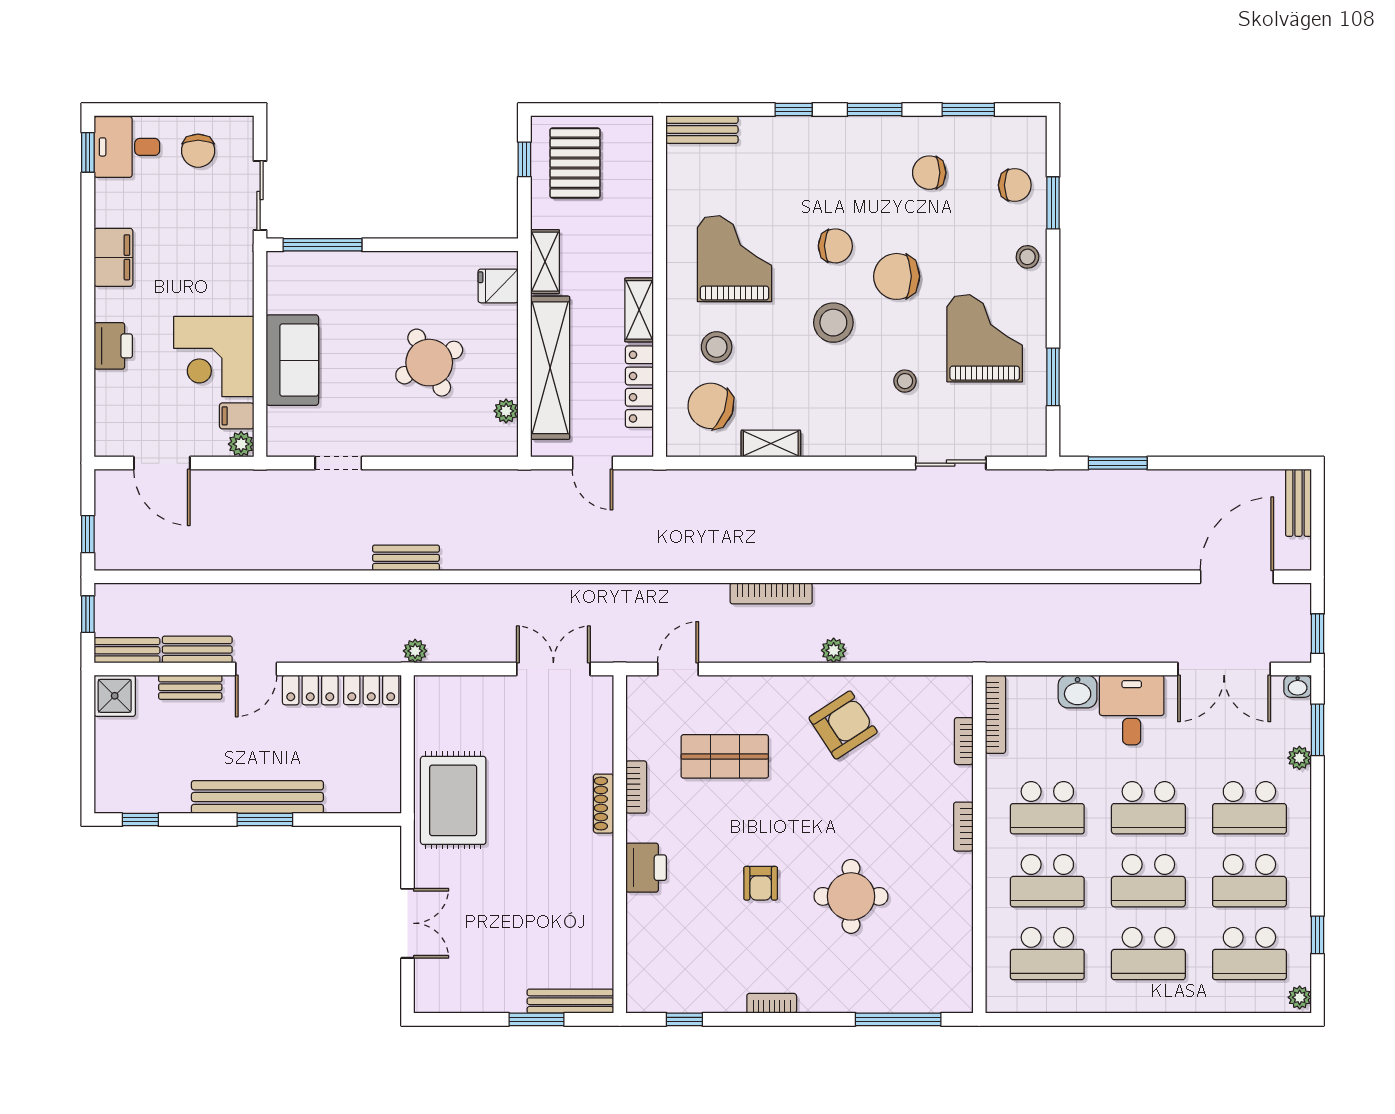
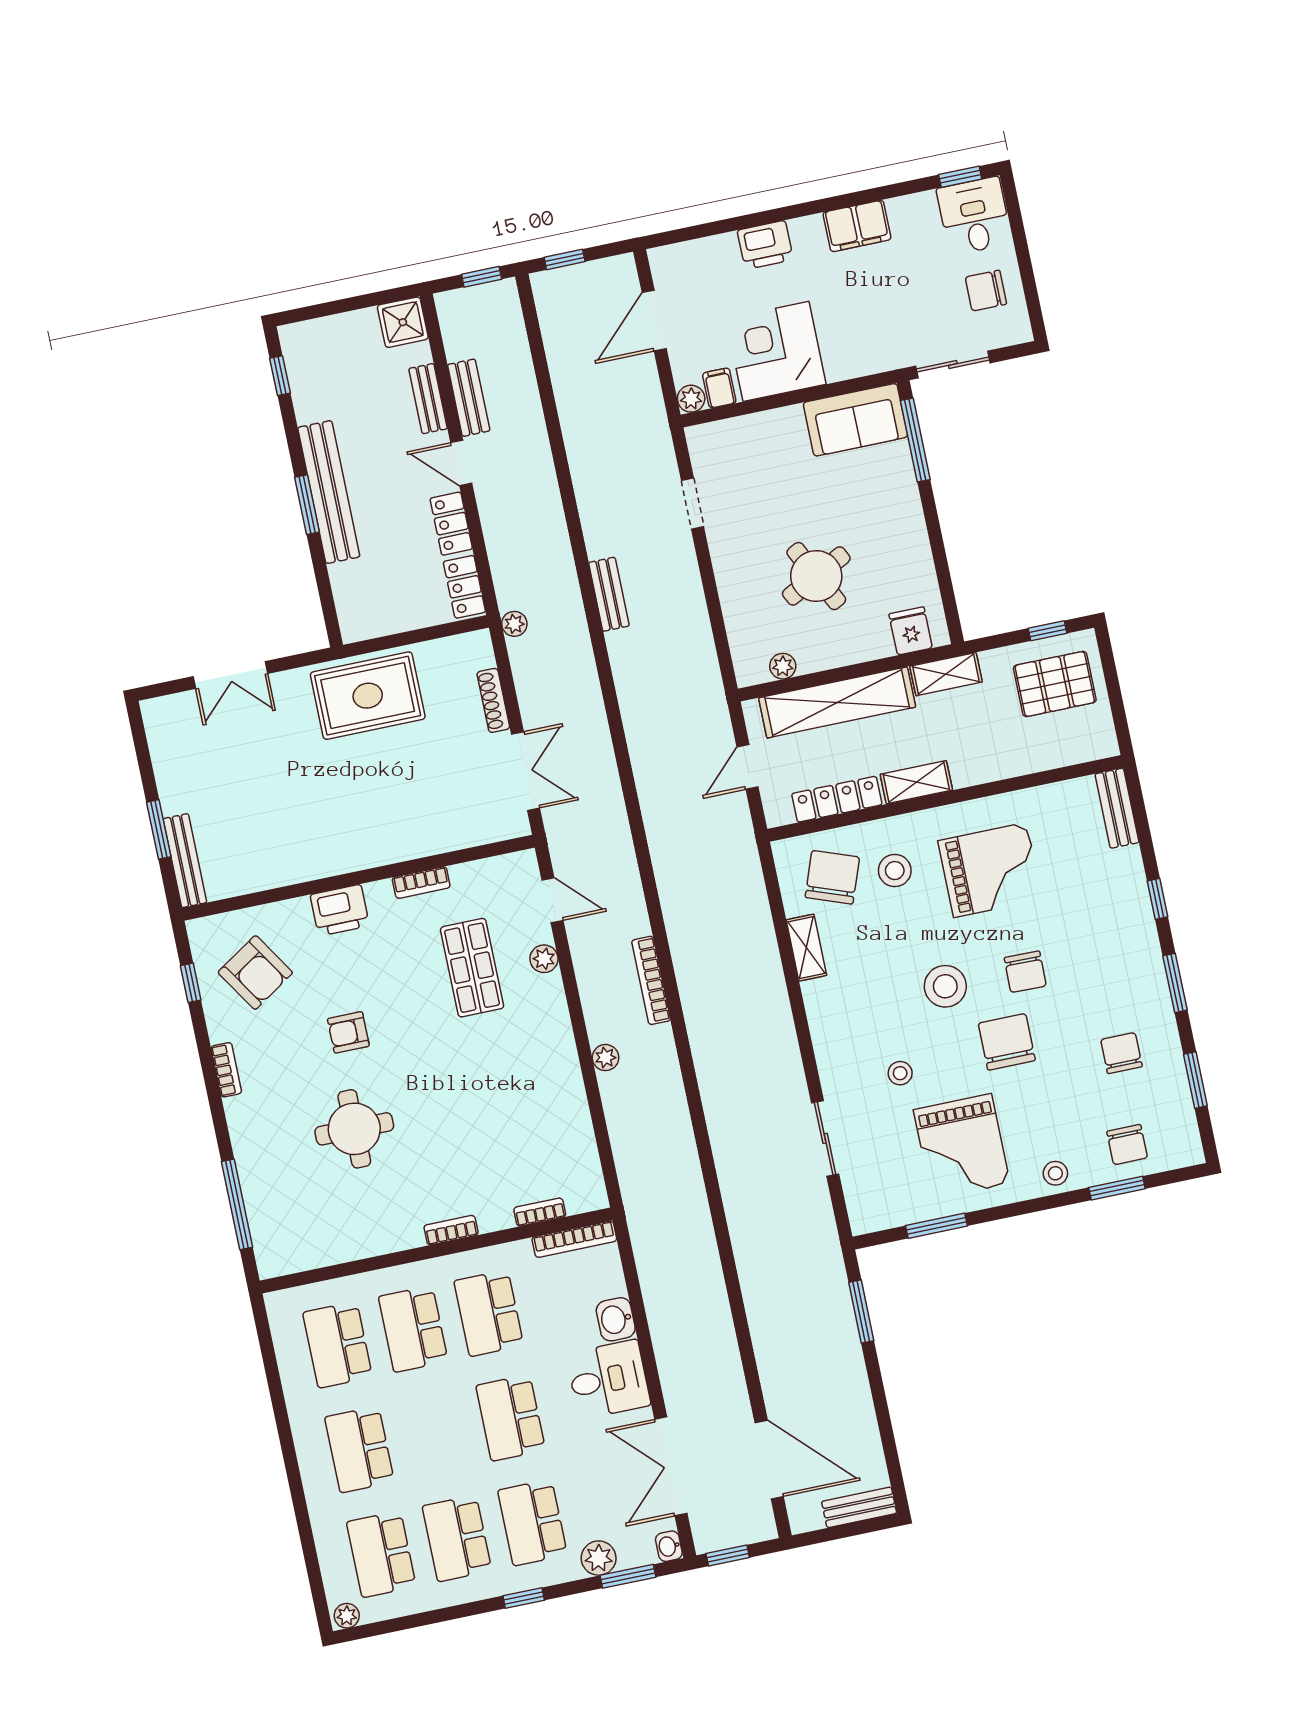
grand piano: (985, 338) -> (962, 1147), turned 90
sofa: (292, 360) -> (855, 420), moved
bench: (127, 650) -> (453, 325), removed
plant: (730, 688) -> (544, 959), added
armchair: (843, 725) -> (255, 973), moved
plant: (1299, 758) -> (599, 1558), width x1.38, depth x1.38
shoe rack: (603, 804) -> (493, 700), moved, turned -90
school desk: (1148, 881) -> (435, 1434), removed
window: (1317, 935) -> (524, 1598), moved

